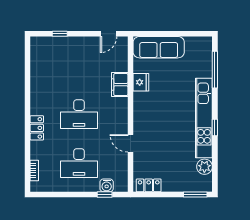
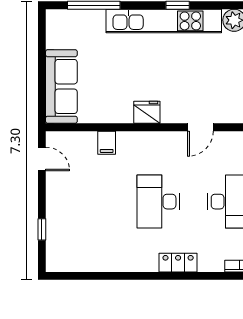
fridge: (141, 82) -> (147, 112), moved
filing cabinet: (120, 85) -> (107, 143), width x0.50
desk: (79, 114) -> (158, 202), turned 180

